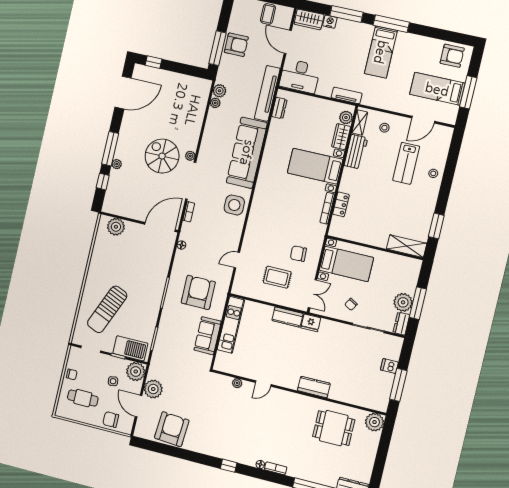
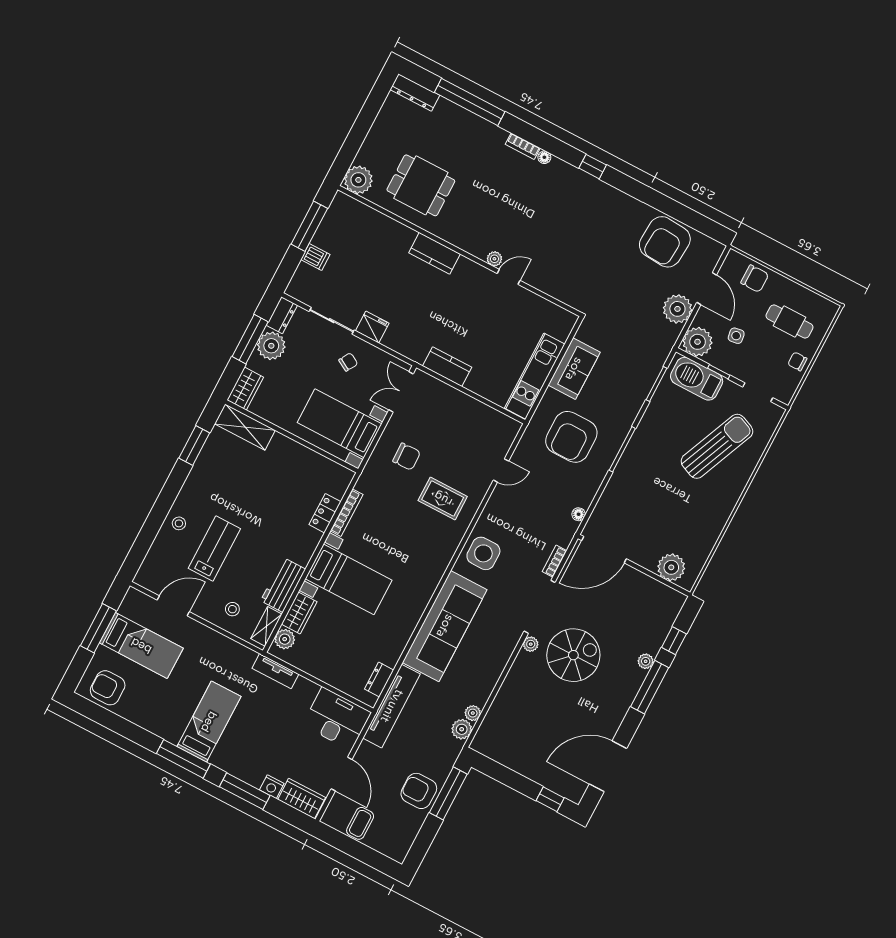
spiral stairs: (162, 156) -> (573, 655), turned -90
wardrobe: (413, 271) -> (245, 389), added
rug: (277, 277) -> (443, 499), moved
fridge: (311, 323) -> (372, 327), moved
plant: (237, 383) -> (494, 259), moved

